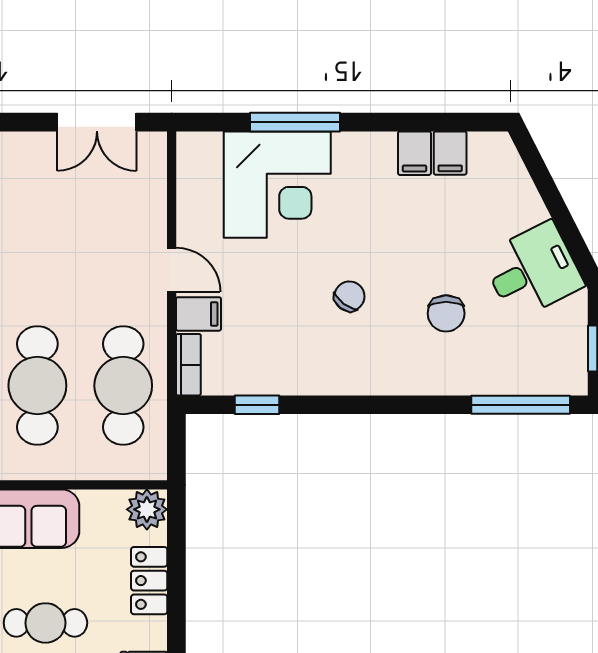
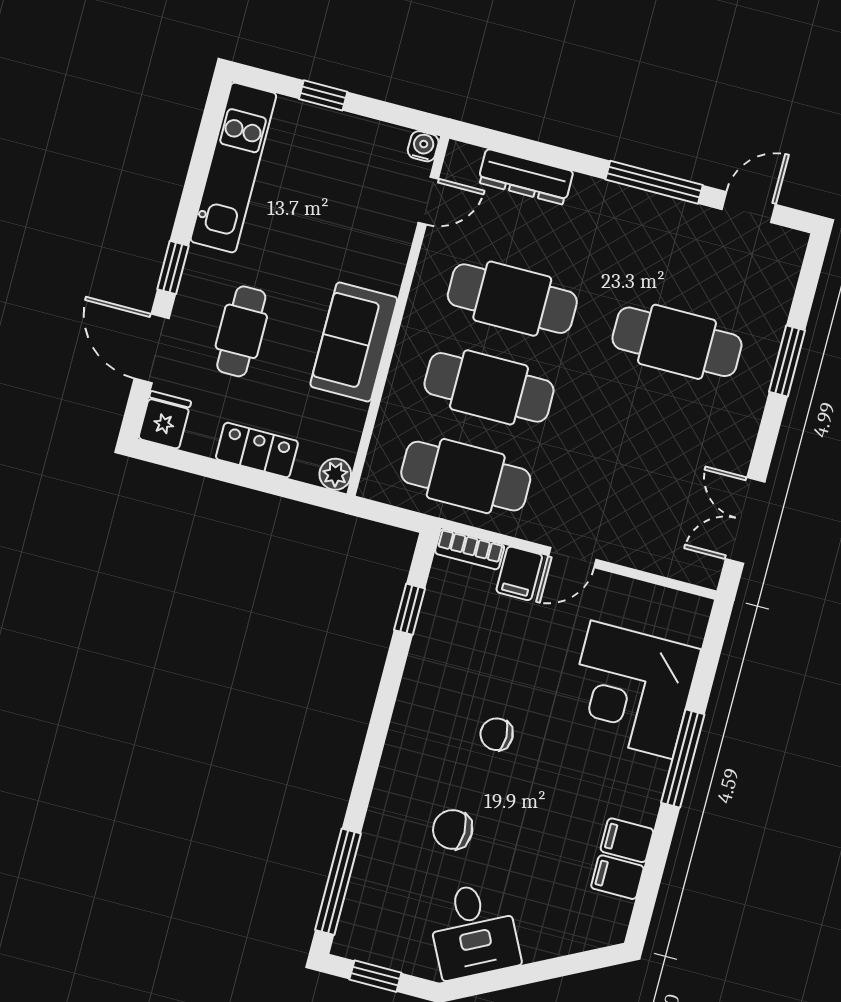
window: (295, 122) -> (683, 759), moved
chair: (349, 296) -> (497, 734), turned 143
plant: (147, 509) -> (335, 474), width x0.73, depth x0.73

